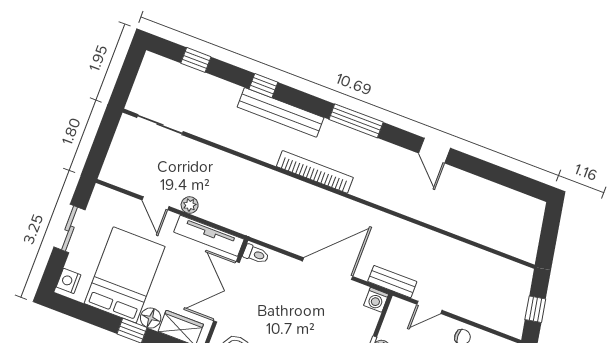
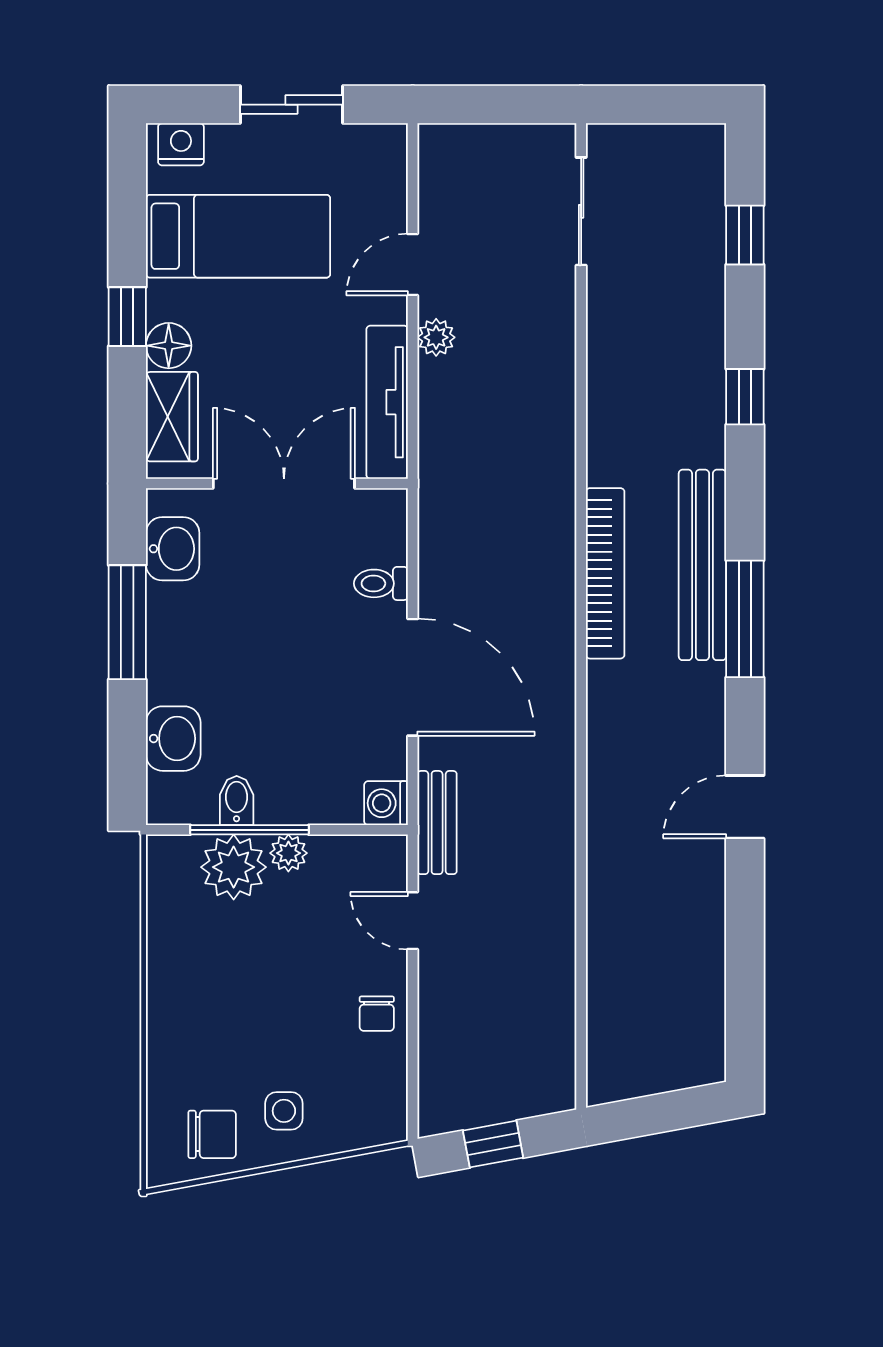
bench: (281, 112) -> (702, 565), moved
toilet: (256, 254) -> (381, 583), moved, turned 90
bed: (125, 275) -> (238, 236), width x0.67

